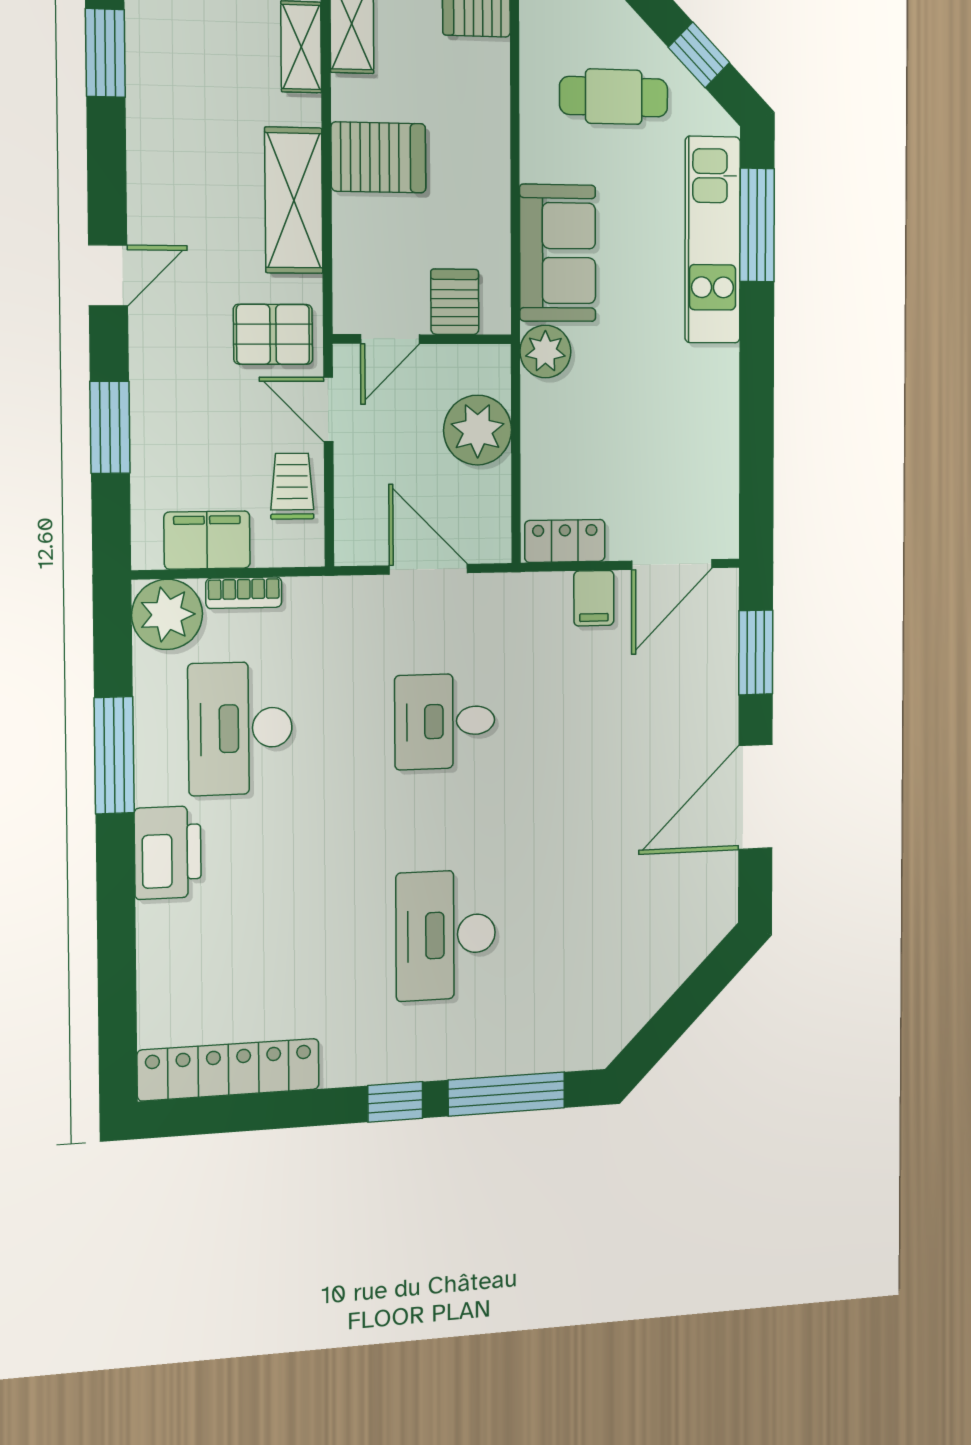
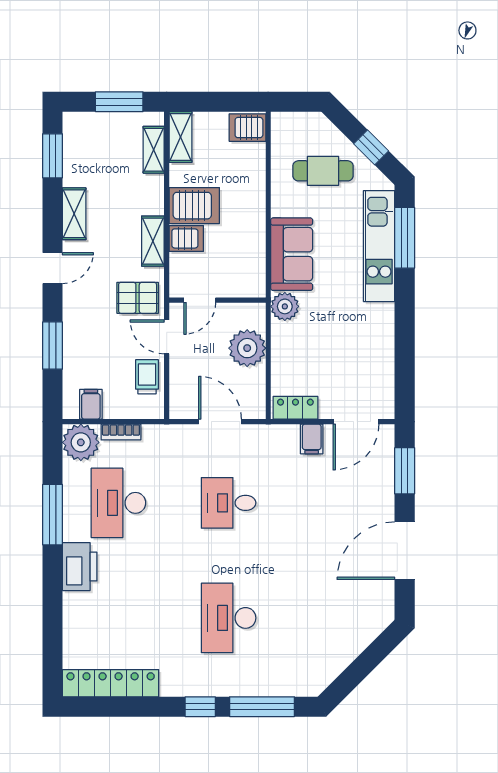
shelving: (149, 169) -> (74, 214), added
shelving: (294, 200) -> (153, 241), width x0.67, depth x0.75
server rack: (455, 302) -> (186, 238), moved, turned 90
filing cabinet: (207, 540) -> (91, 404), width x0.50

